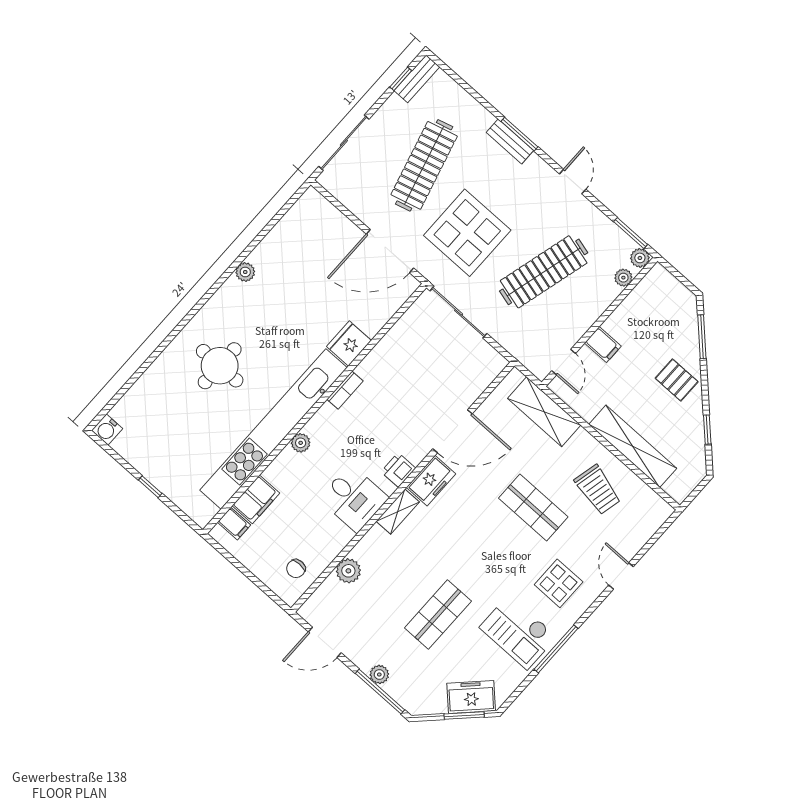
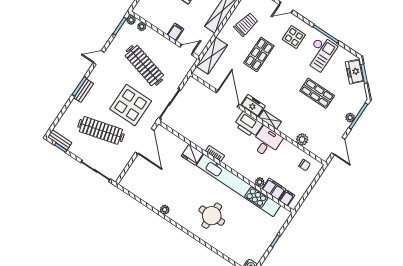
plant: (301, 443) -> (260, 182), moved
printer: (398, 470) -> (248, 125), width x1.87, depth x1.48

